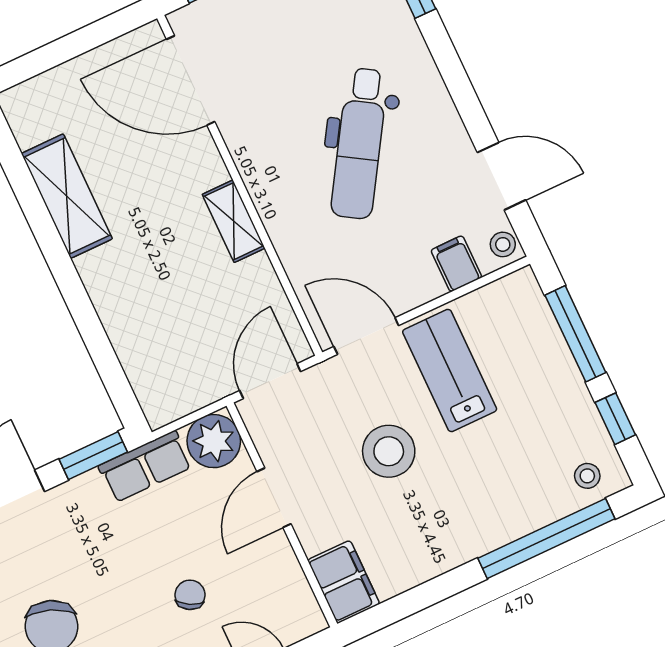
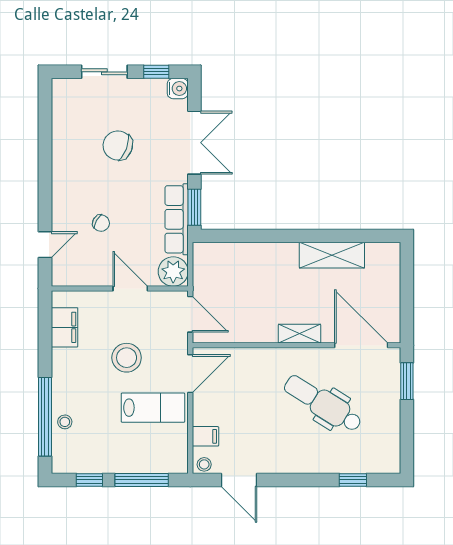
door: (191, 81) -> (361, 345), hinge flipped
dental chair: (359, 143) -> (323, 404), moved
door: (502, 176) -> (239, 480), hinge flipped
shelving: (234, 221) -> (299, 334), moved
row of seats: (145, 467) -> (177, 219), width x1.48
stool: (587, 476) -> (65, 422), moved
filing cabinet: (344, 582) -> (65, 327), moved, turned -90

